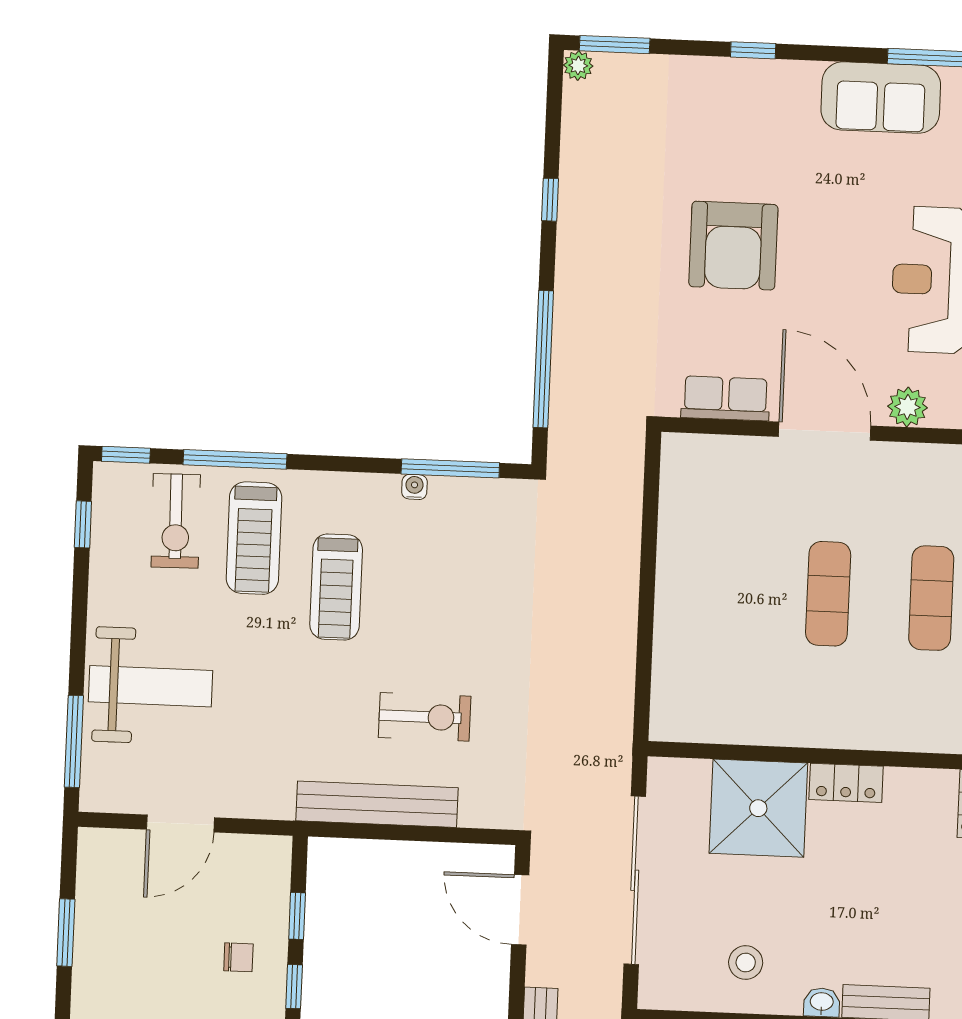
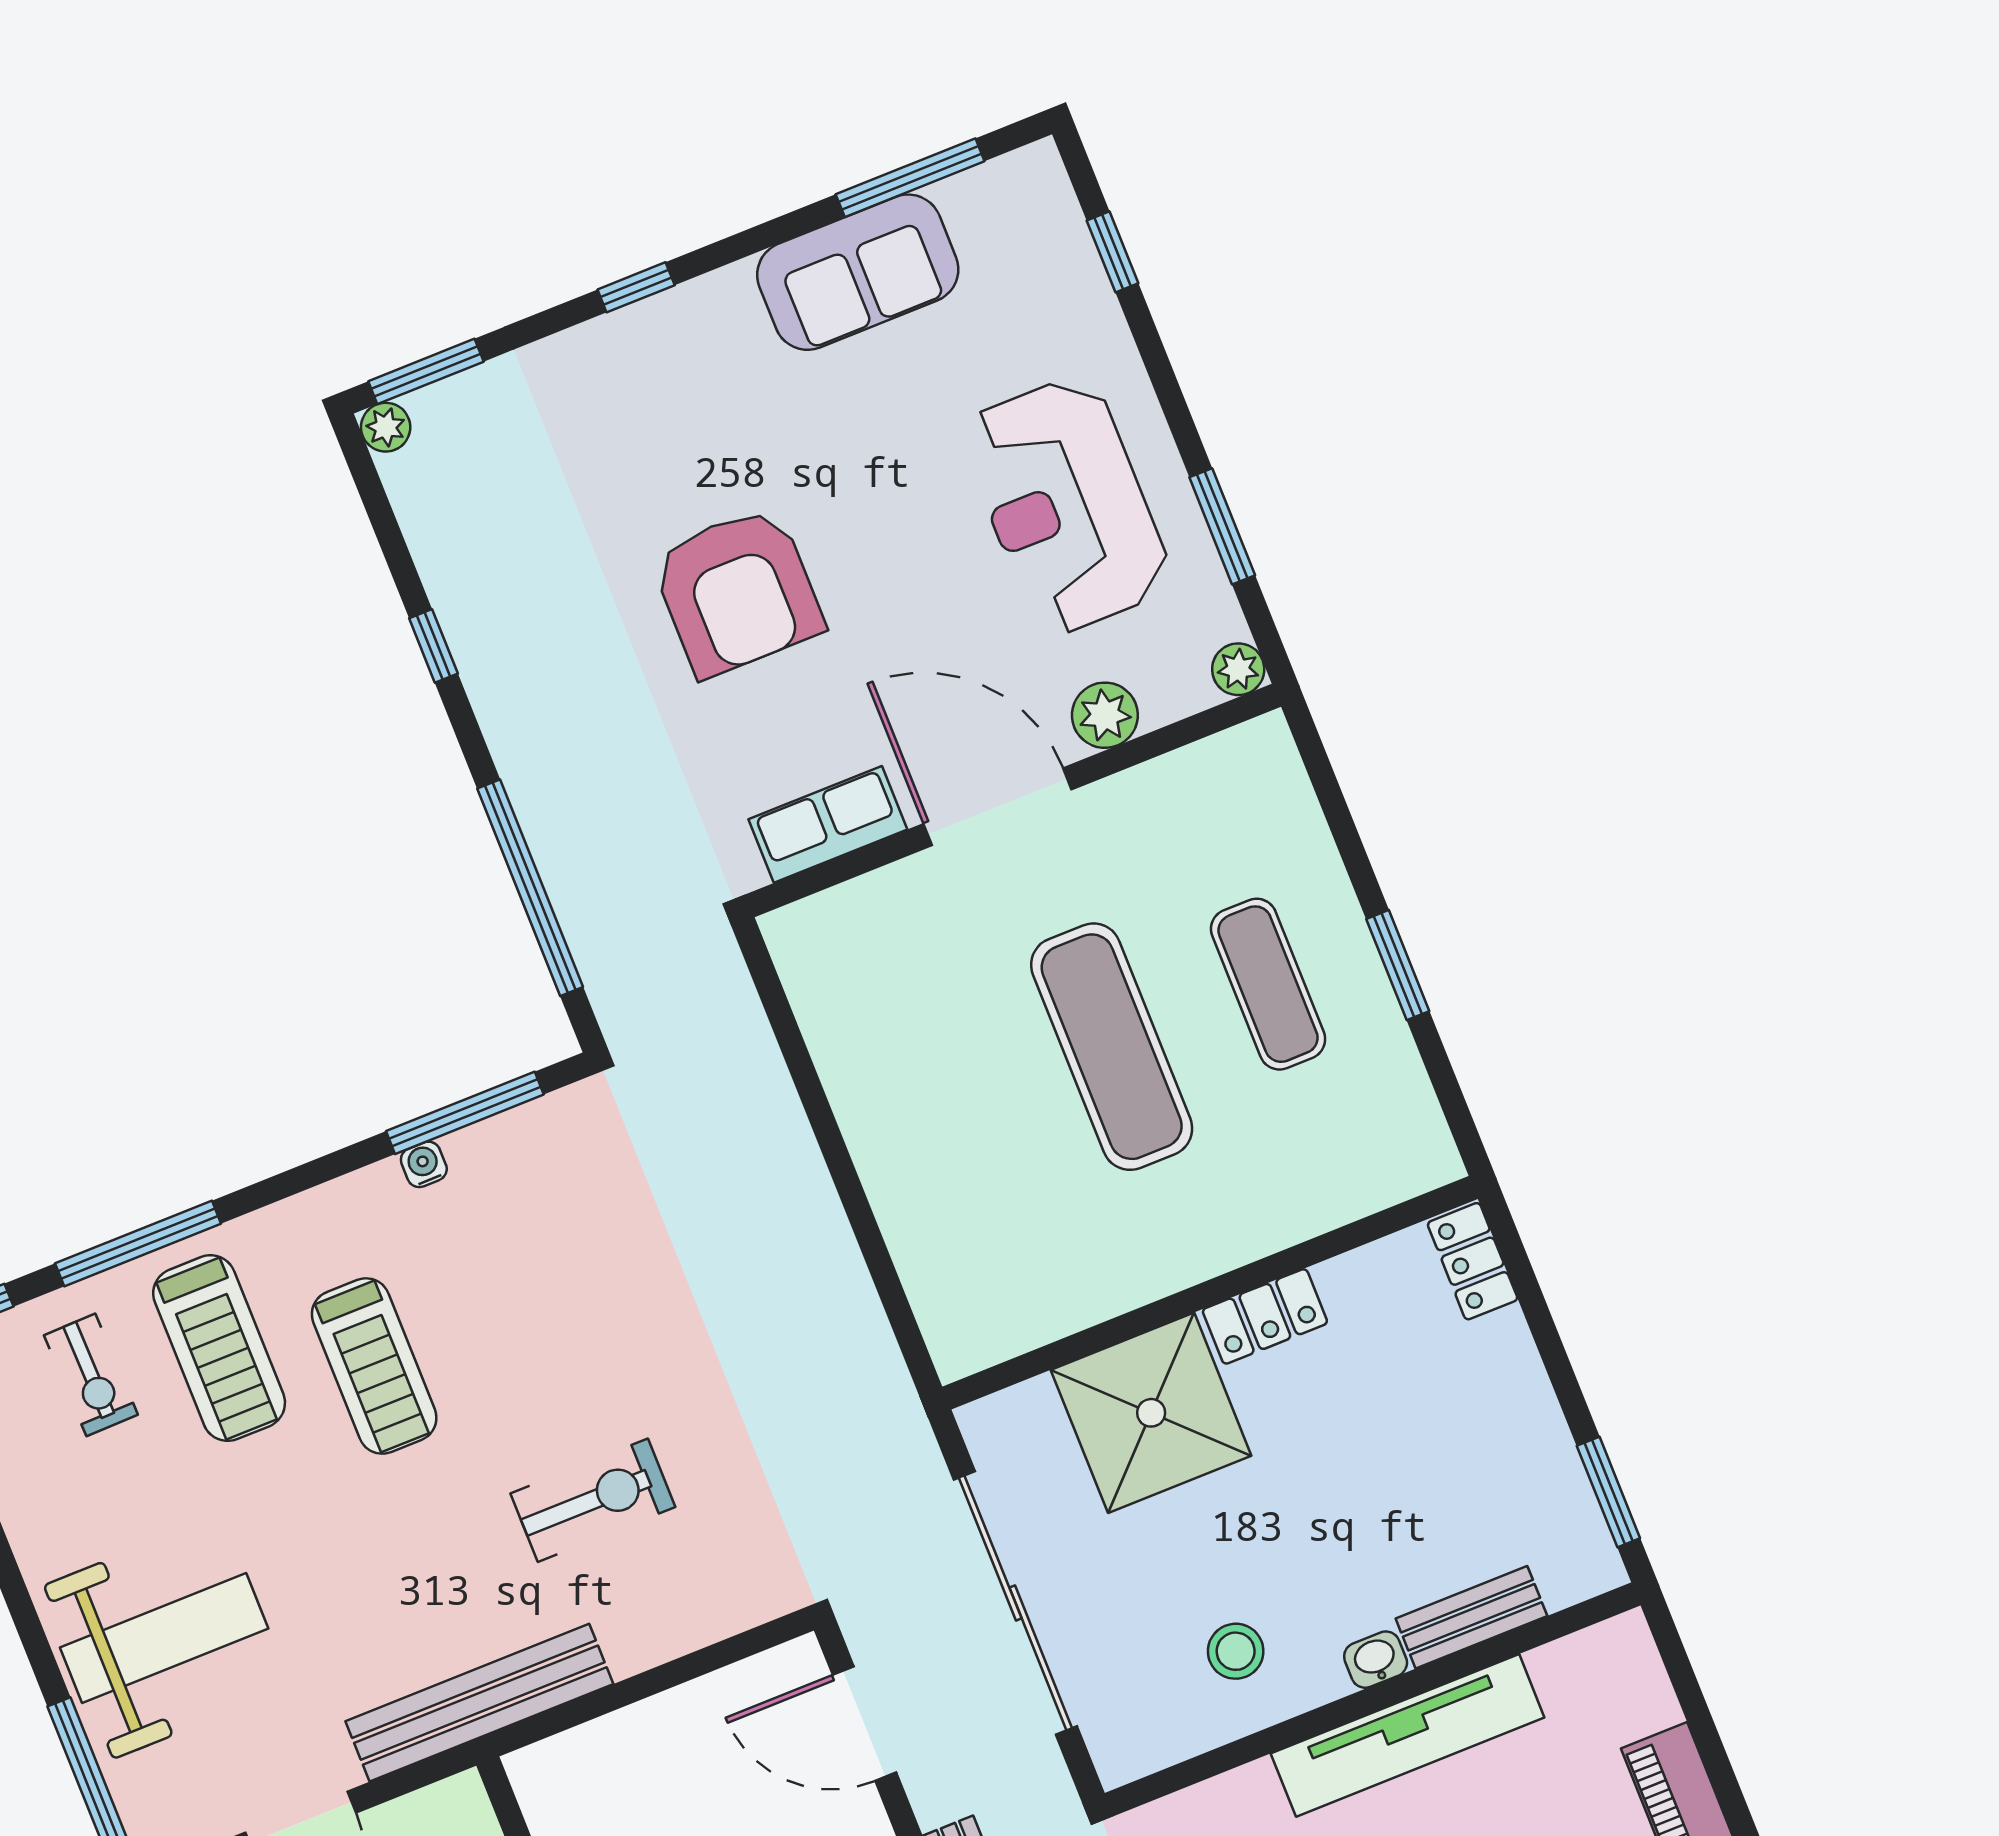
exercise bike: (176, 521) -> (91, 1375), width x0.73, depth x0.72
exercise mat: (828, 594) -> (1112, 1047), width x1.36, depth x1.45
bench: (377, 804) -> (479, 1703), moved

